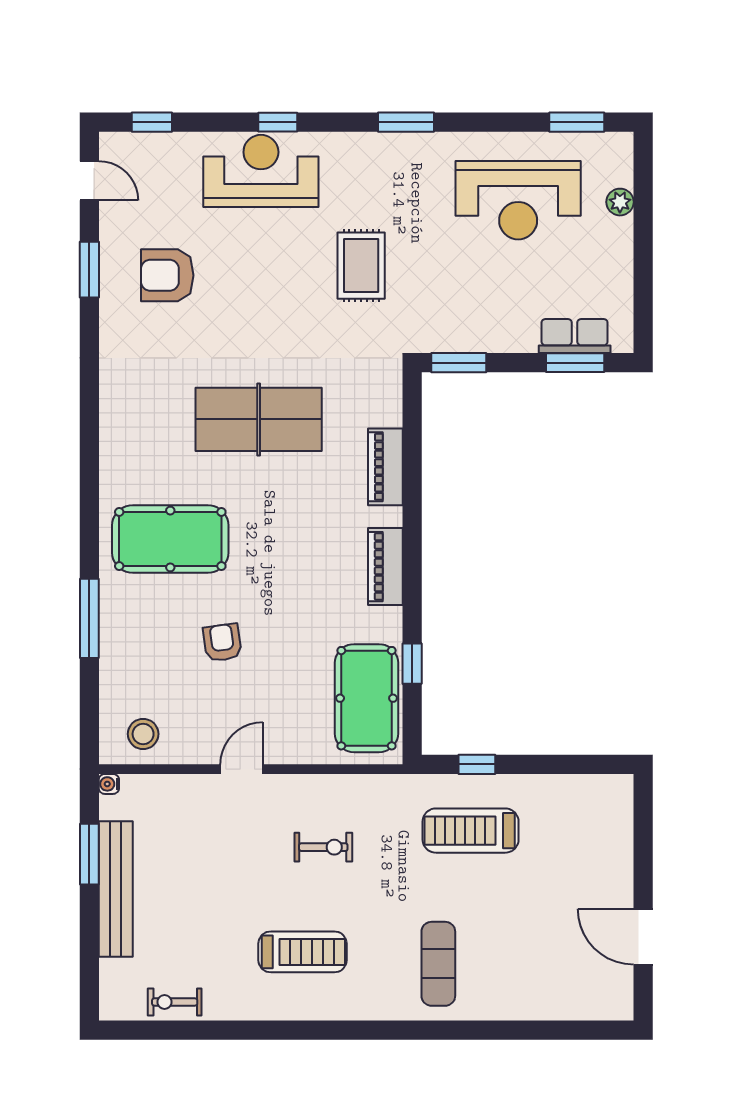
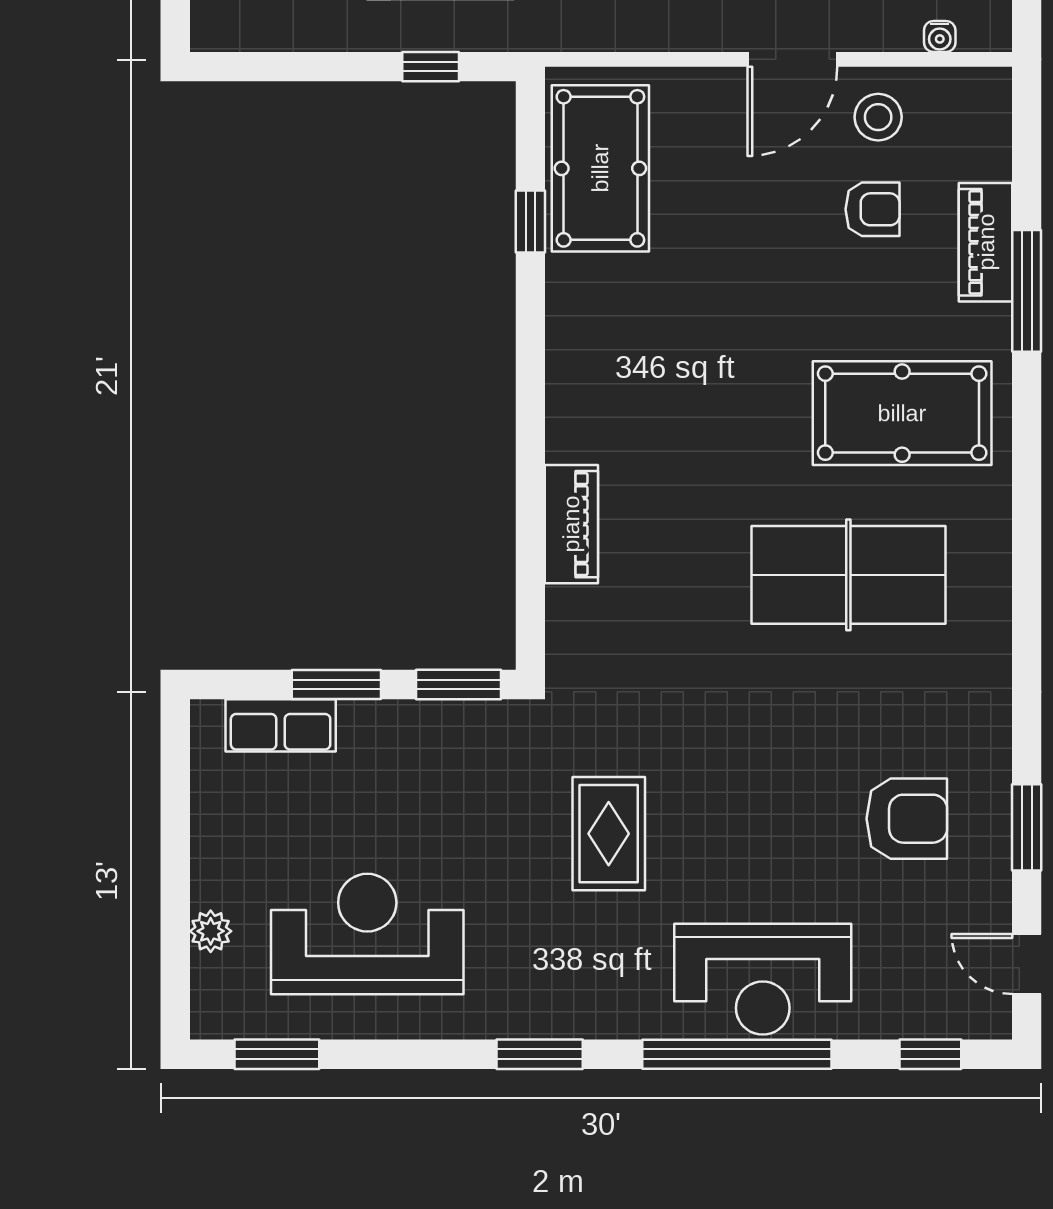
window: (278, 122) -> (737, 1054), width x3.17
window: (575, 363) -> (336, 684), moved
table tennis table: (259, 419) -> (848, 575), moved
piano: (385, 567) -> (986, 242), moved, turned 180
armchair: (222, 642) -> (873, 209), moved, turned -82
stool: (143, 734) -> (878, 117), moved
door: (242, 769) -> (792, 59), width x1.38
water cooler: (109, 784) -> (940, 36), moved, turned 90

